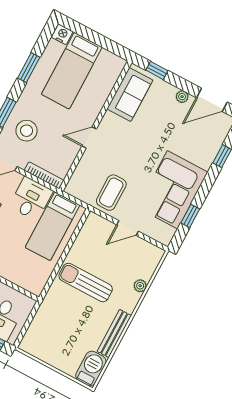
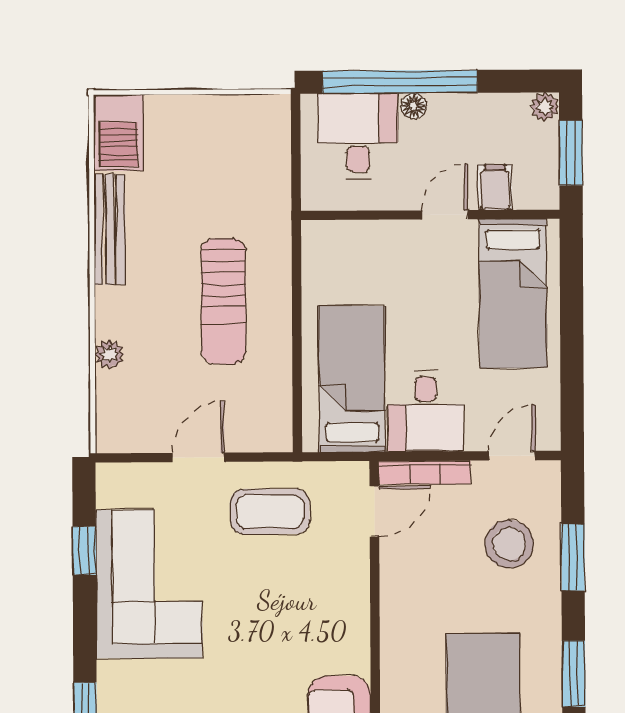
door: (89, 138) -> (374, 511), moved
coffee table: (111, 193) -> (270, 511), turned 90
sun lounger: (86, 283) -> (223, 301), turned 90

